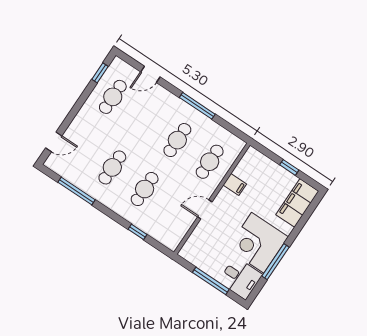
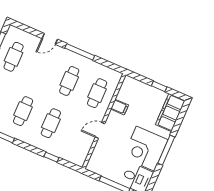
door: (150, 74) -> (50, 39), moved
window: (275, 262) -> (166, 150), moved

